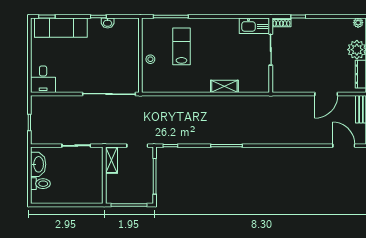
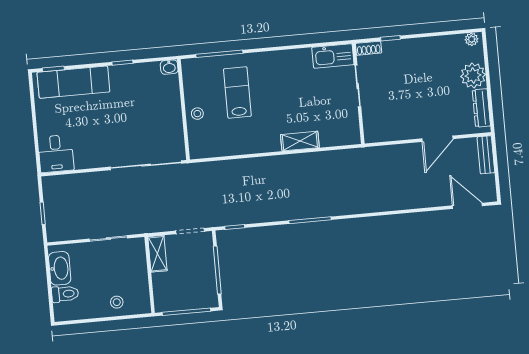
washbasin: (108, 23) -> (169, 67), moved
stool: (78, 193) -> (117, 302), added

